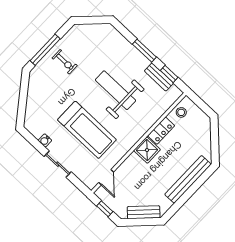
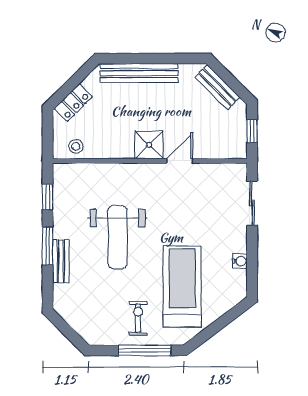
bench: (159, 77) -> (61, 261), moved
treadmill: (87, 130) -> (182, 287), moved
locker: (161, 131) -> (73, 103), moved, turned 135
sliding door: (58, 164) -> (252, 203), moved
door: (106, 177) -> (180, 161), moved

